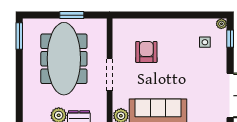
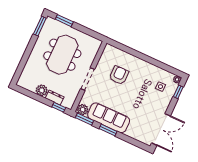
window: (72, 15) -> (64, 21), moved
meeting table: (64, 59) -> (62, 55), width x0.73

